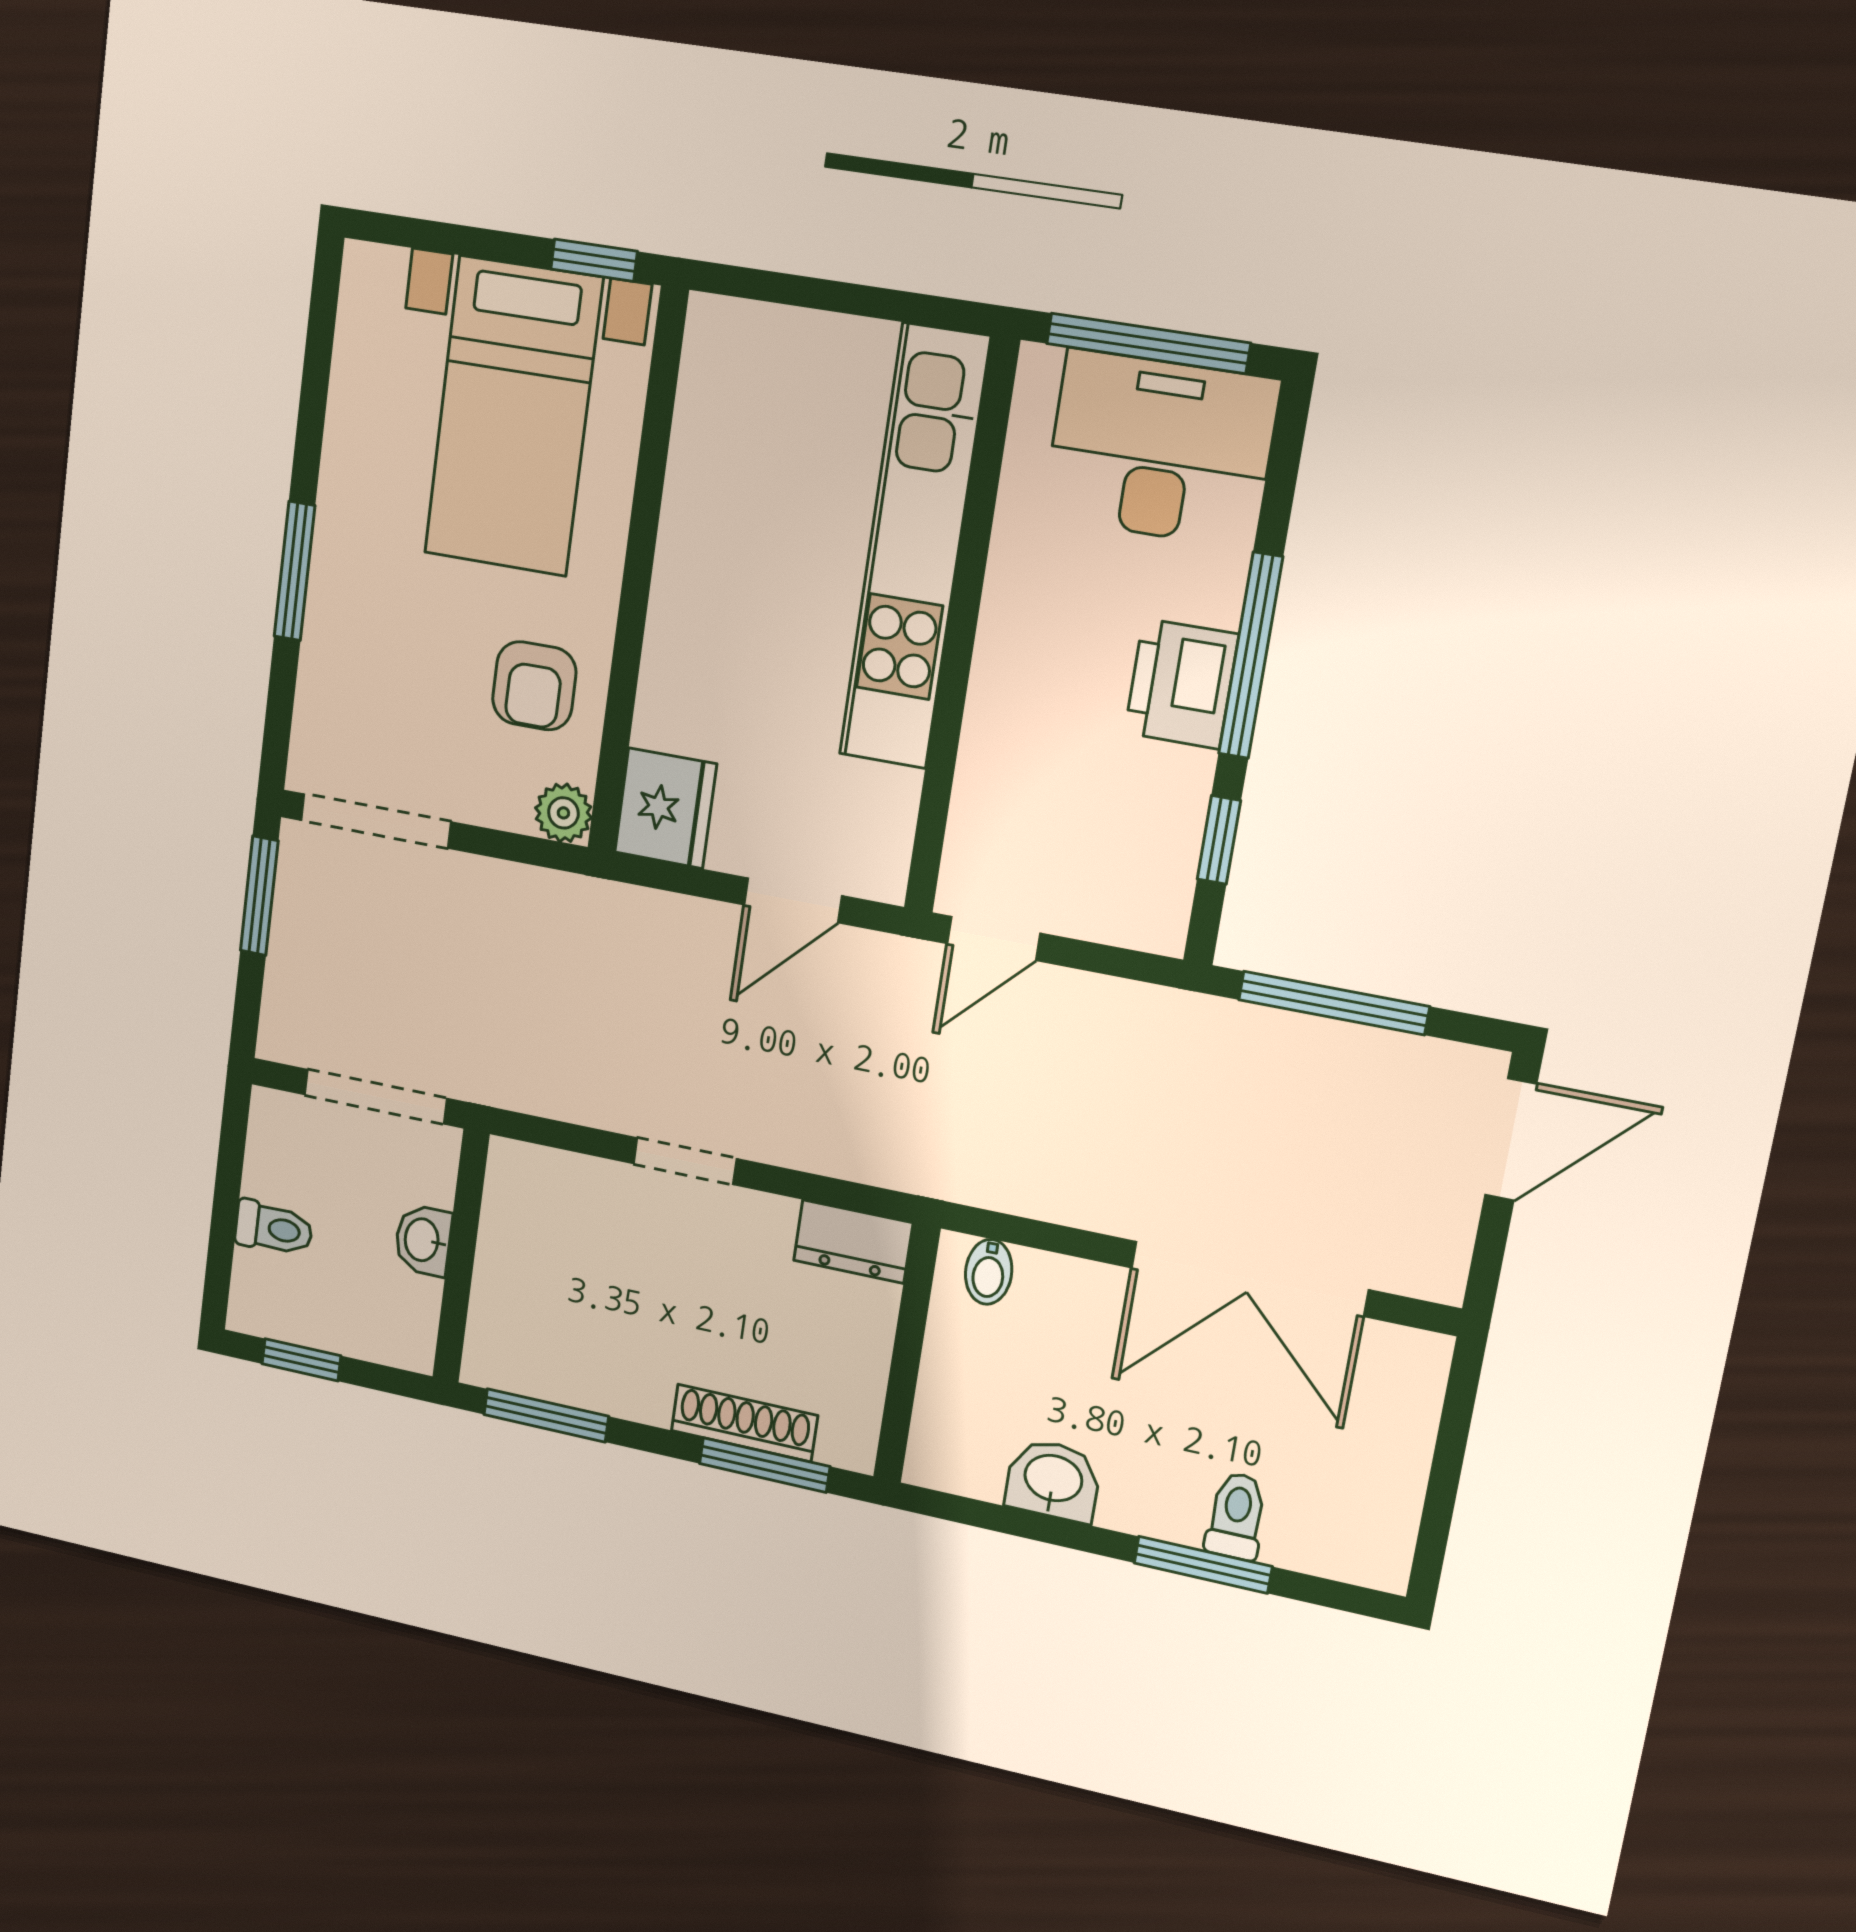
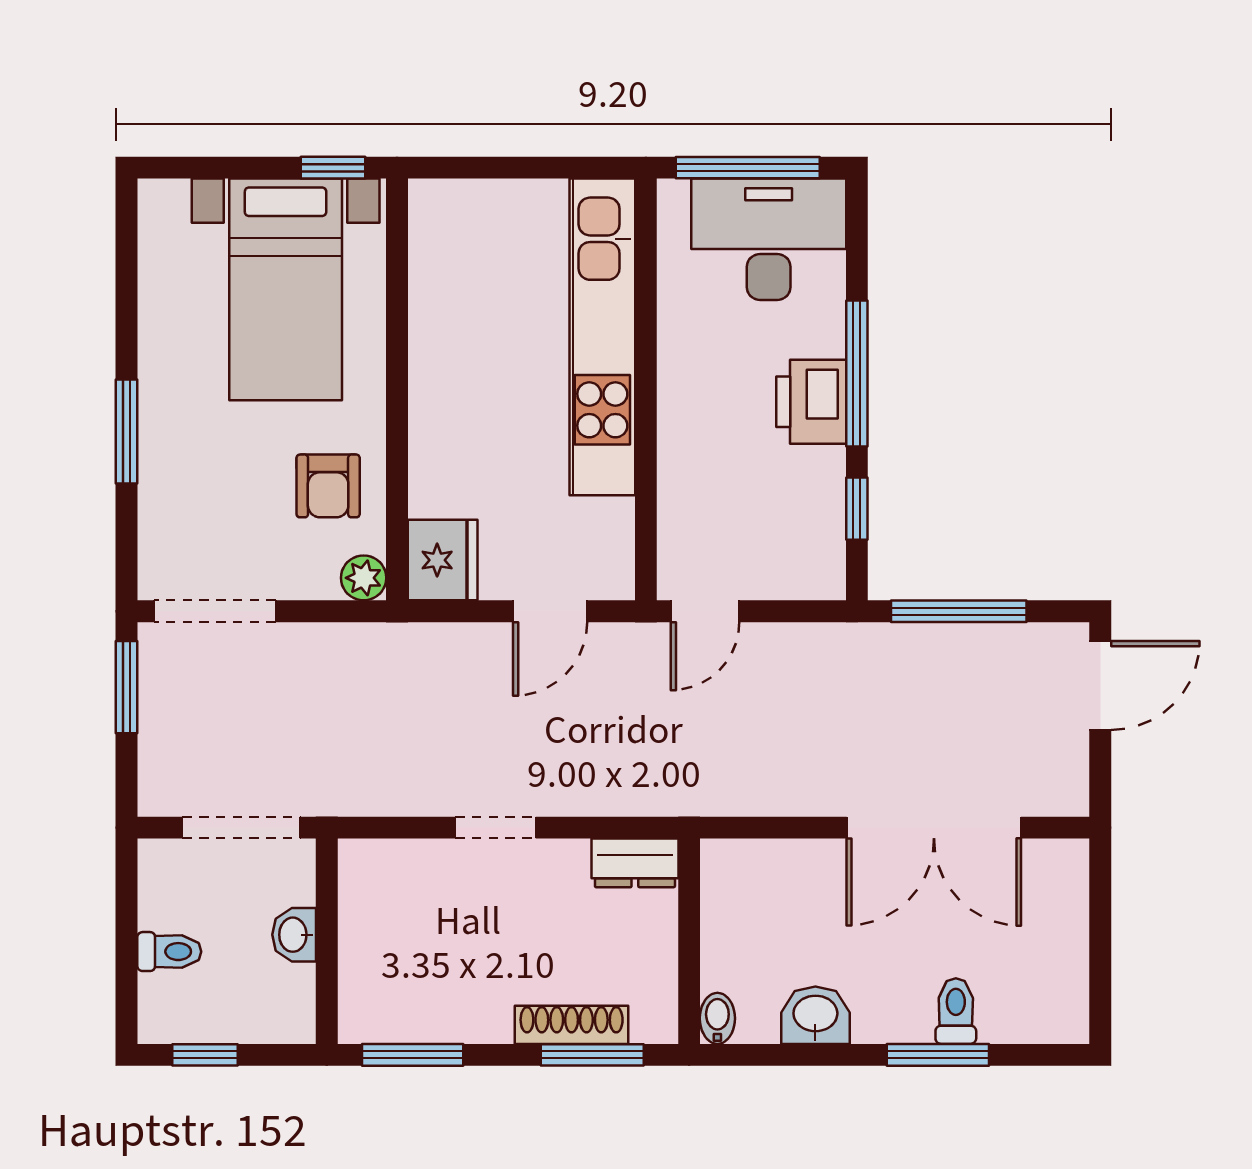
bidet: (989, 1272) -> (717, 1018), moved, turned 180

